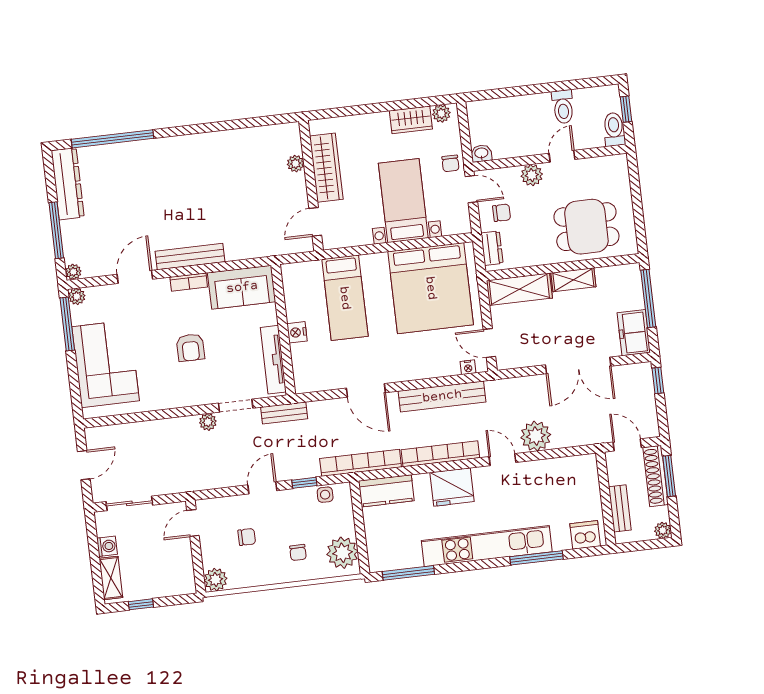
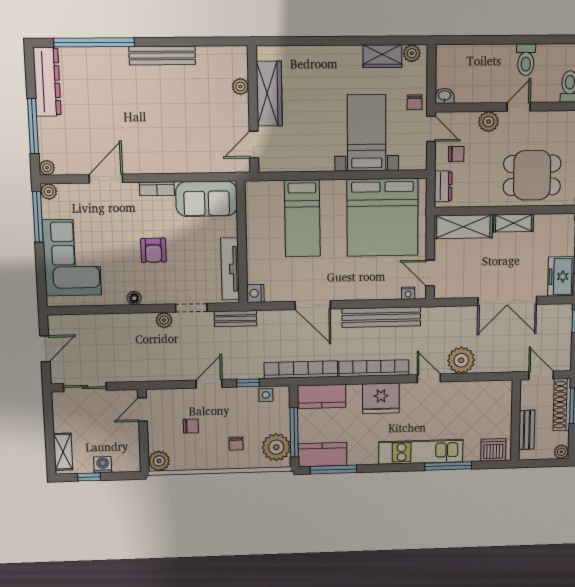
plant: (296, 164) -> (240, 87), moved
wardrobe: (326, 168) -> (269, 94), moved
wall: (311, 186) -> (253, 110), moved
door: (315, 222) -> (254, 145), moved
bench: (190, 257) -> (162, 56), moved
nightstand: (297, 332) -> (255, 293), moved
floor lamp: (174, 401) -> (134, 298), added
window: (360, 534) -> (294, 432), added
washing machine: (107, 546) -> (103, 465), moved, turned -90
kitchen unit: (487, 546) -> (421, 452), width x0.73
kitchen counter: (394, 557) -> (323, 455), added

